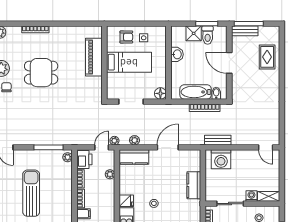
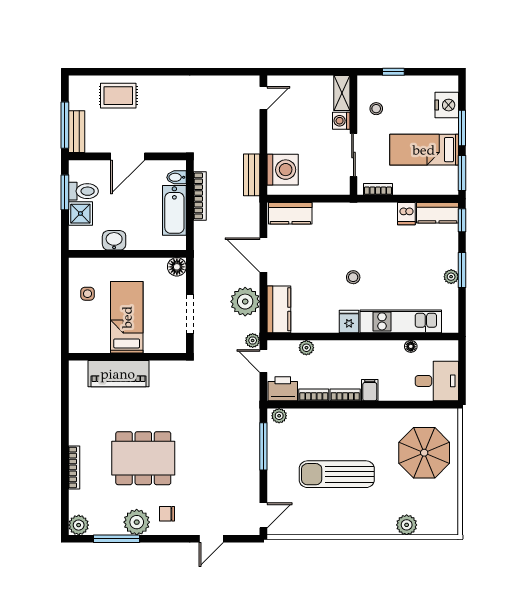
armchair: (126, 37) -> (86, 321), removed
dining table: (41, 73) -> (143, 458), width x1.38
plant: (135, 140) -> (245, 302), width x1.87, depth x1.87
kitchen counter: (194, 185) -> (290, 213), moved

